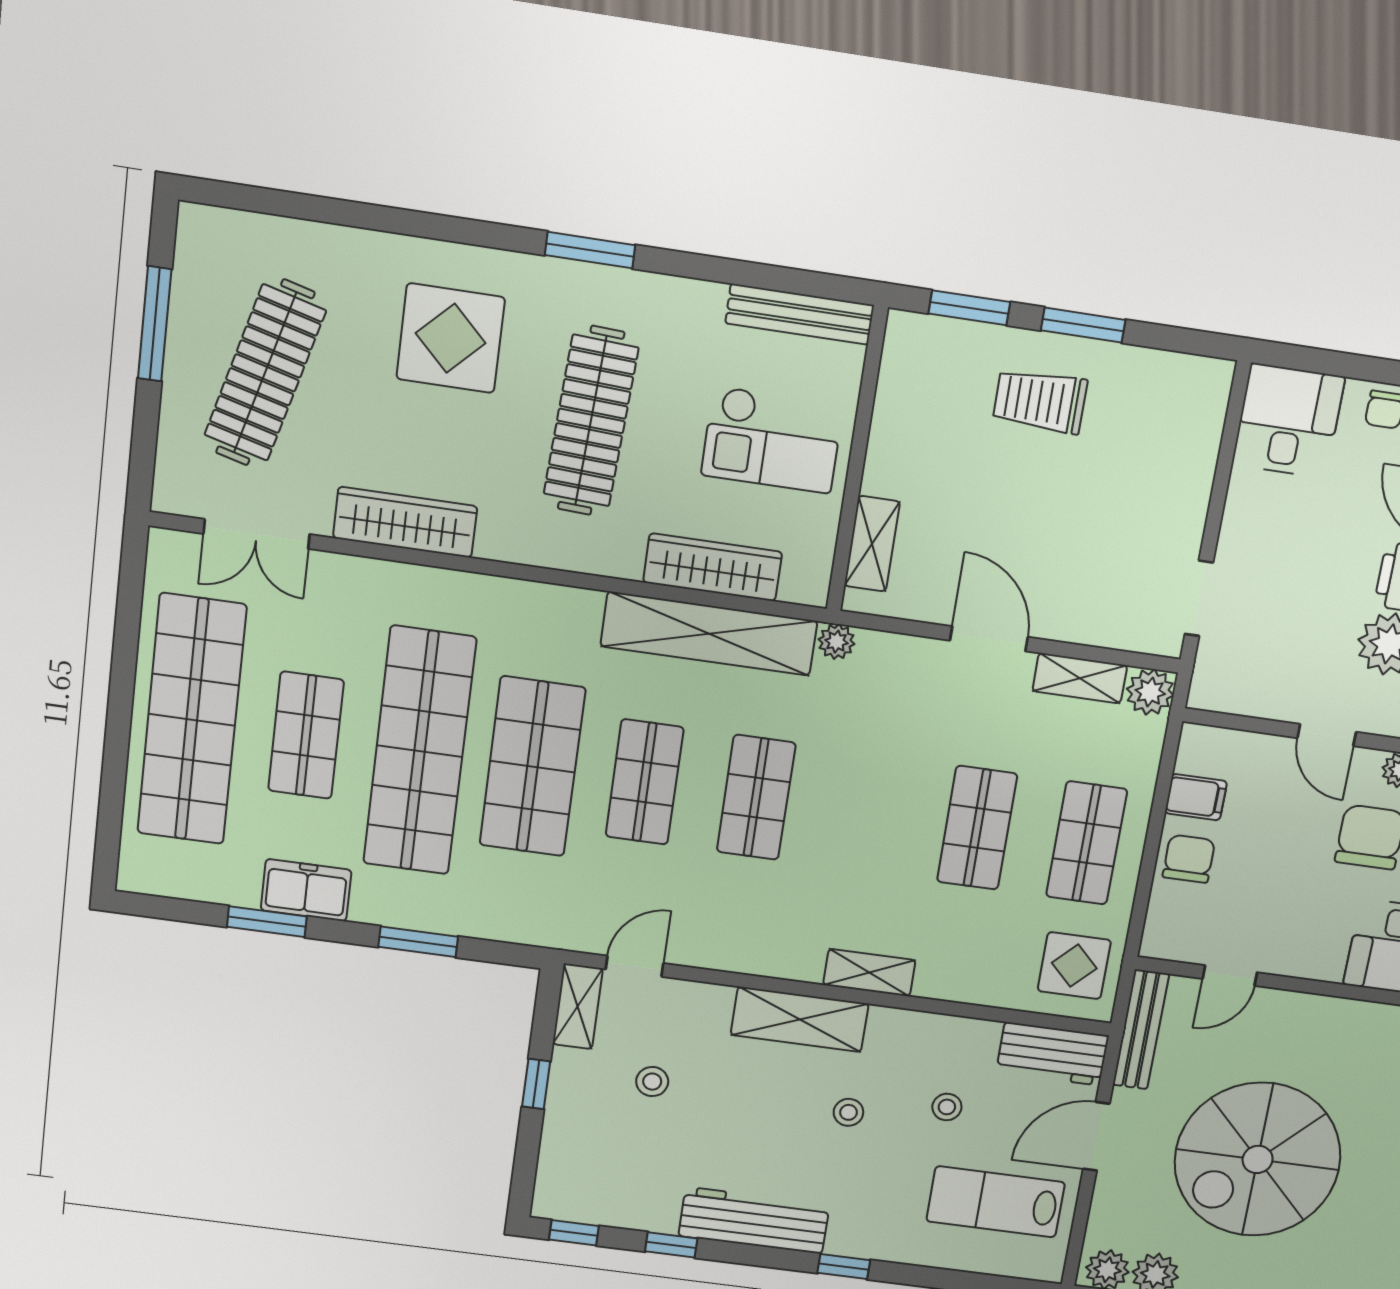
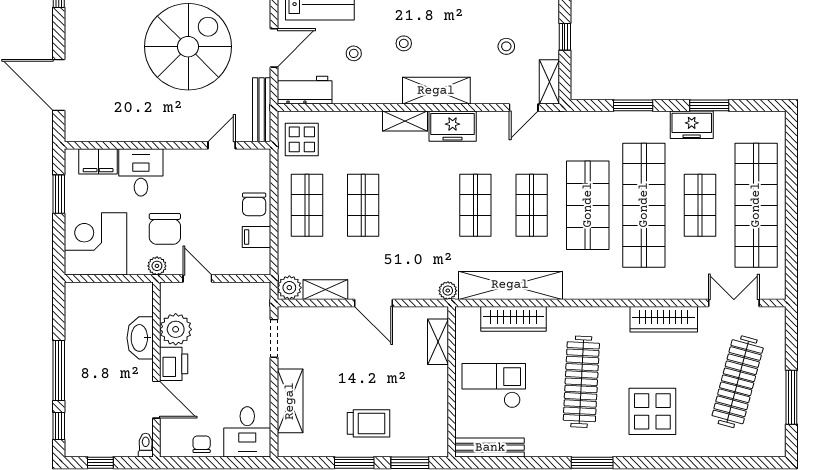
shelving: (1190, 470) -> (290, 401), added
freezer: (778, 951) -> (453, 126), added

